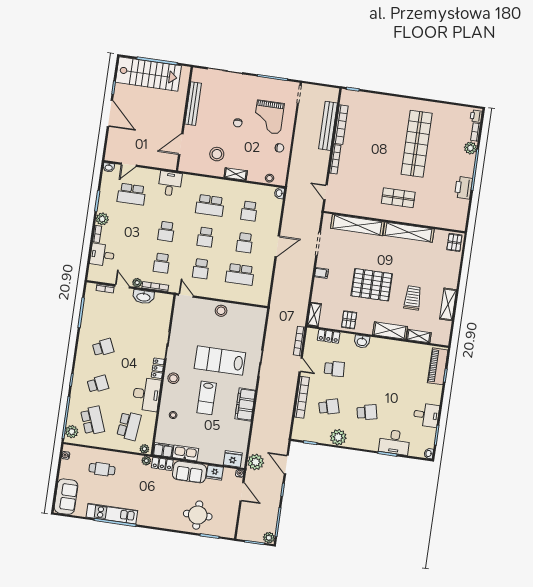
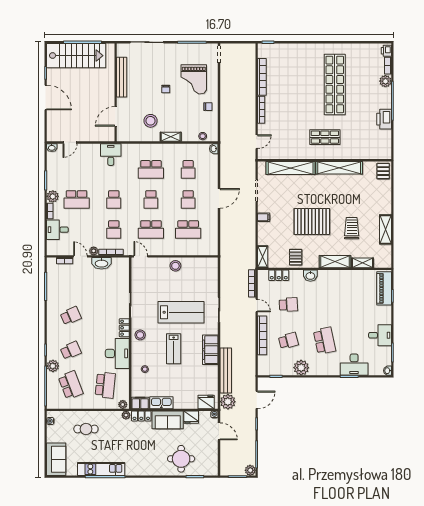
bench: (328, 126) -> (226, 371), moved
door: (326, 192) -> (257, 142), swing flipped
school desk: (132, 194) -> (77, 199), moved
school desk: (201, 269) -> (151, 229), width x1.85
lab bench: (220, 361) -> (181, 312), turned 180
school desk: (367, 412) -> (325, 341), width x1.85
plant: (72, 432) -> (53, 366), moved
door: (286, 464) -> (257, 400), swing flipped

